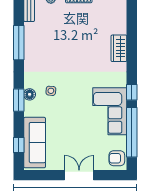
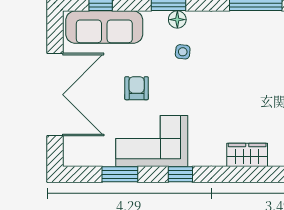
window: (132, 132) -> (120, 174), width x0.47
armchair: (117, 158) -> (137, 88), moved
double door: (79, 175) -> (55, 95), width x1.87

